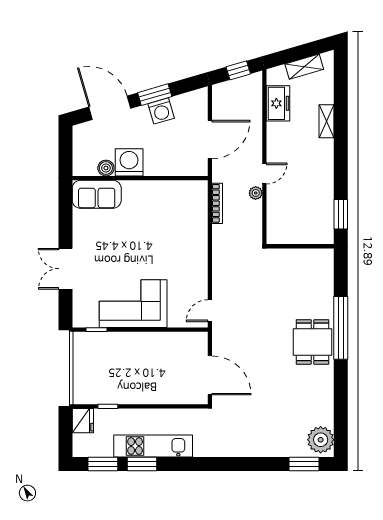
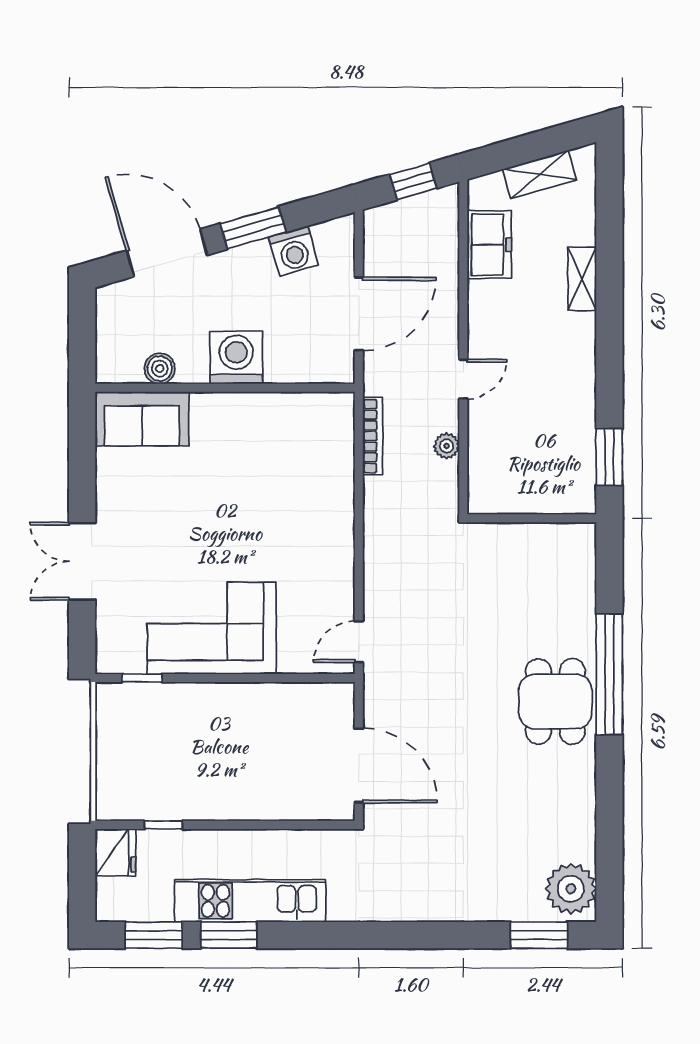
washing machine: (161, 111) -> (294, 251), moved
washing machine: (129, 162) -> (236, 358), moved
plant: (256, 193) -> (447, 446), moved

